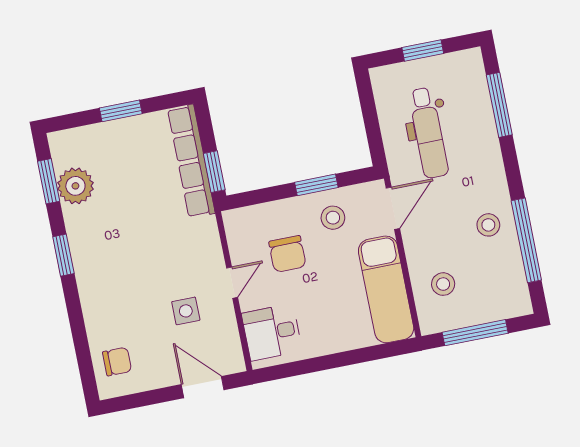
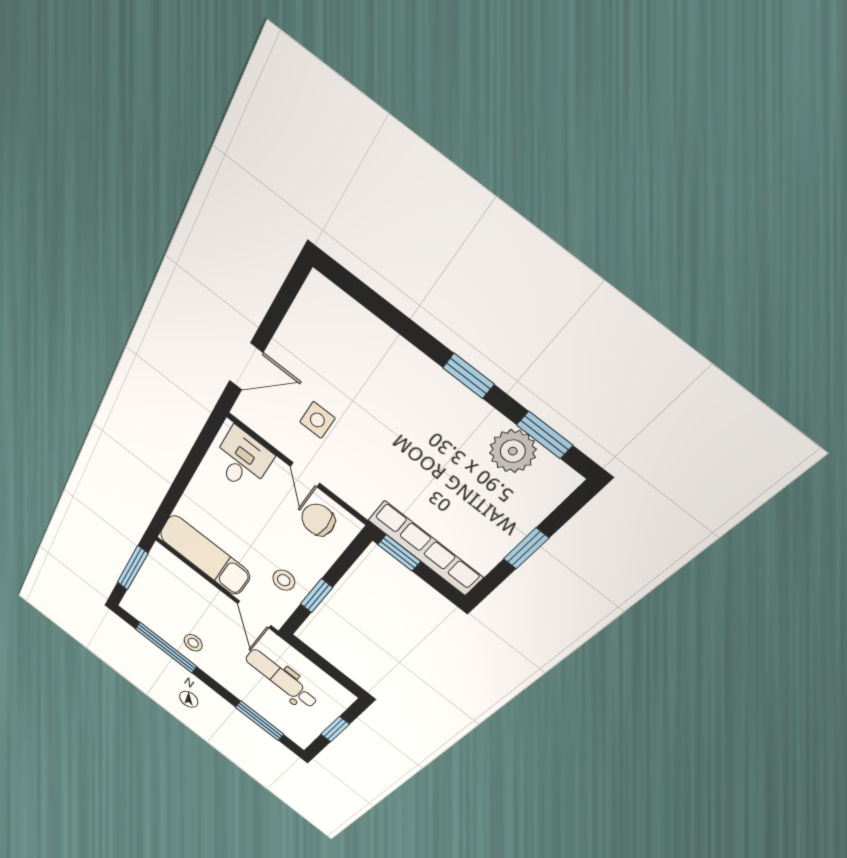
chair: (287, 254) -> (318, 520), moved
stool: (443, 284) -> (179, 586), removed
chair: (117, 362) -> (331, 320), removed

